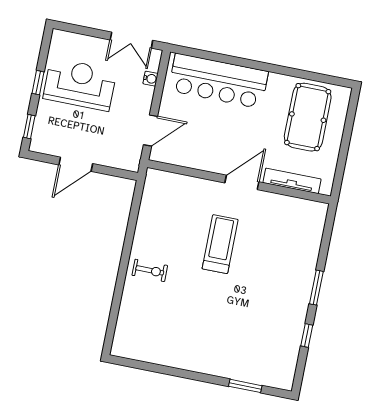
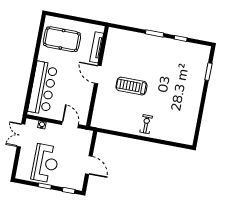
double door: (131, 40) -> (21, 135), swing flipped
reception desk: (80, 84) -> (45, 163), turned 180

